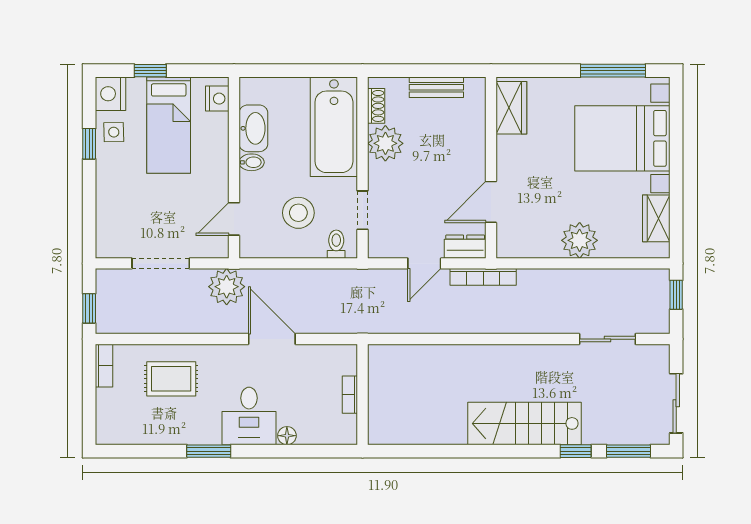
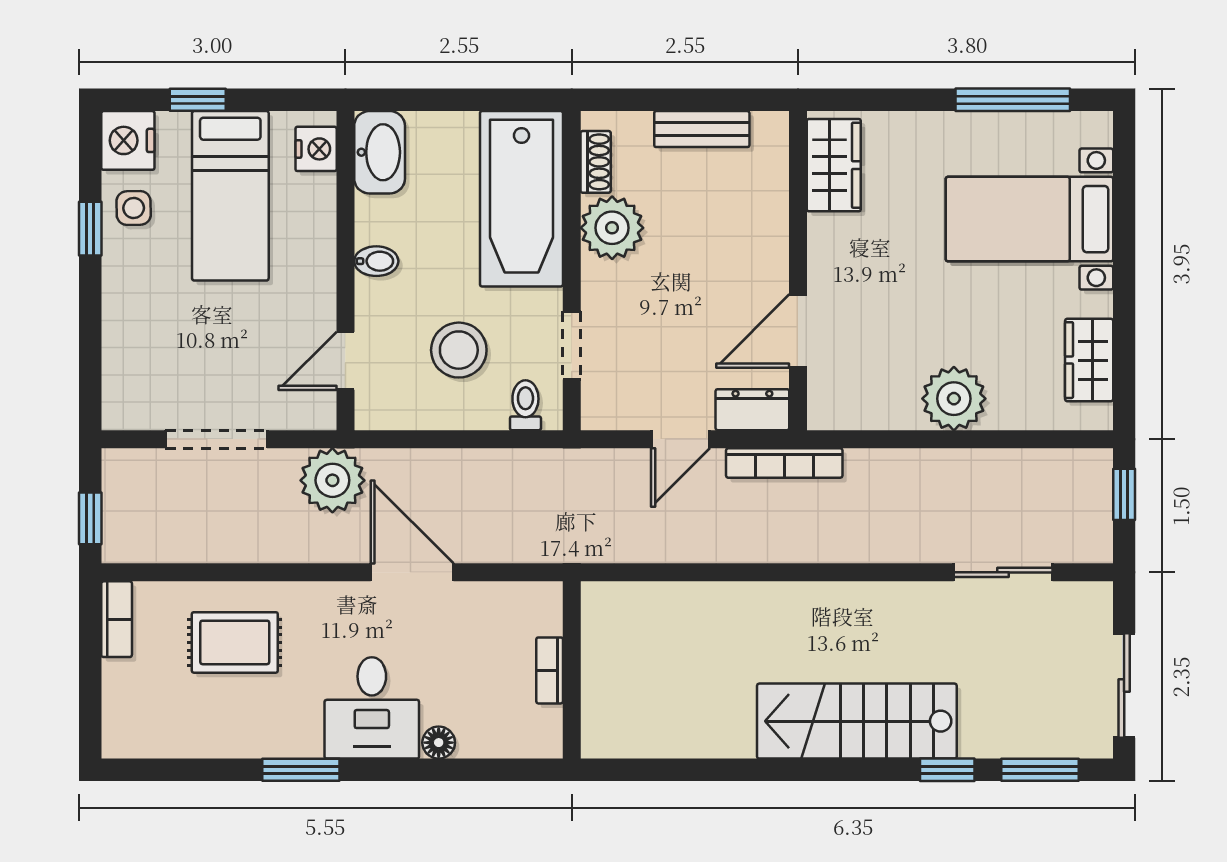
washbasin: (253, 128) -> (380, 152), moved
bed with nightstands: (622, 138) -> (1029, 219), width x0.73

